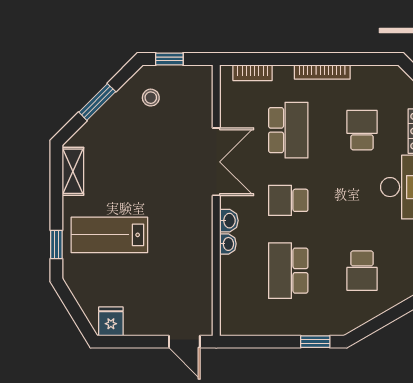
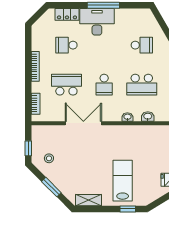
washbasin: (229, 221) -> (148, 116), moved
lab bench: (109, 235) -> (123, 181), turned 180

